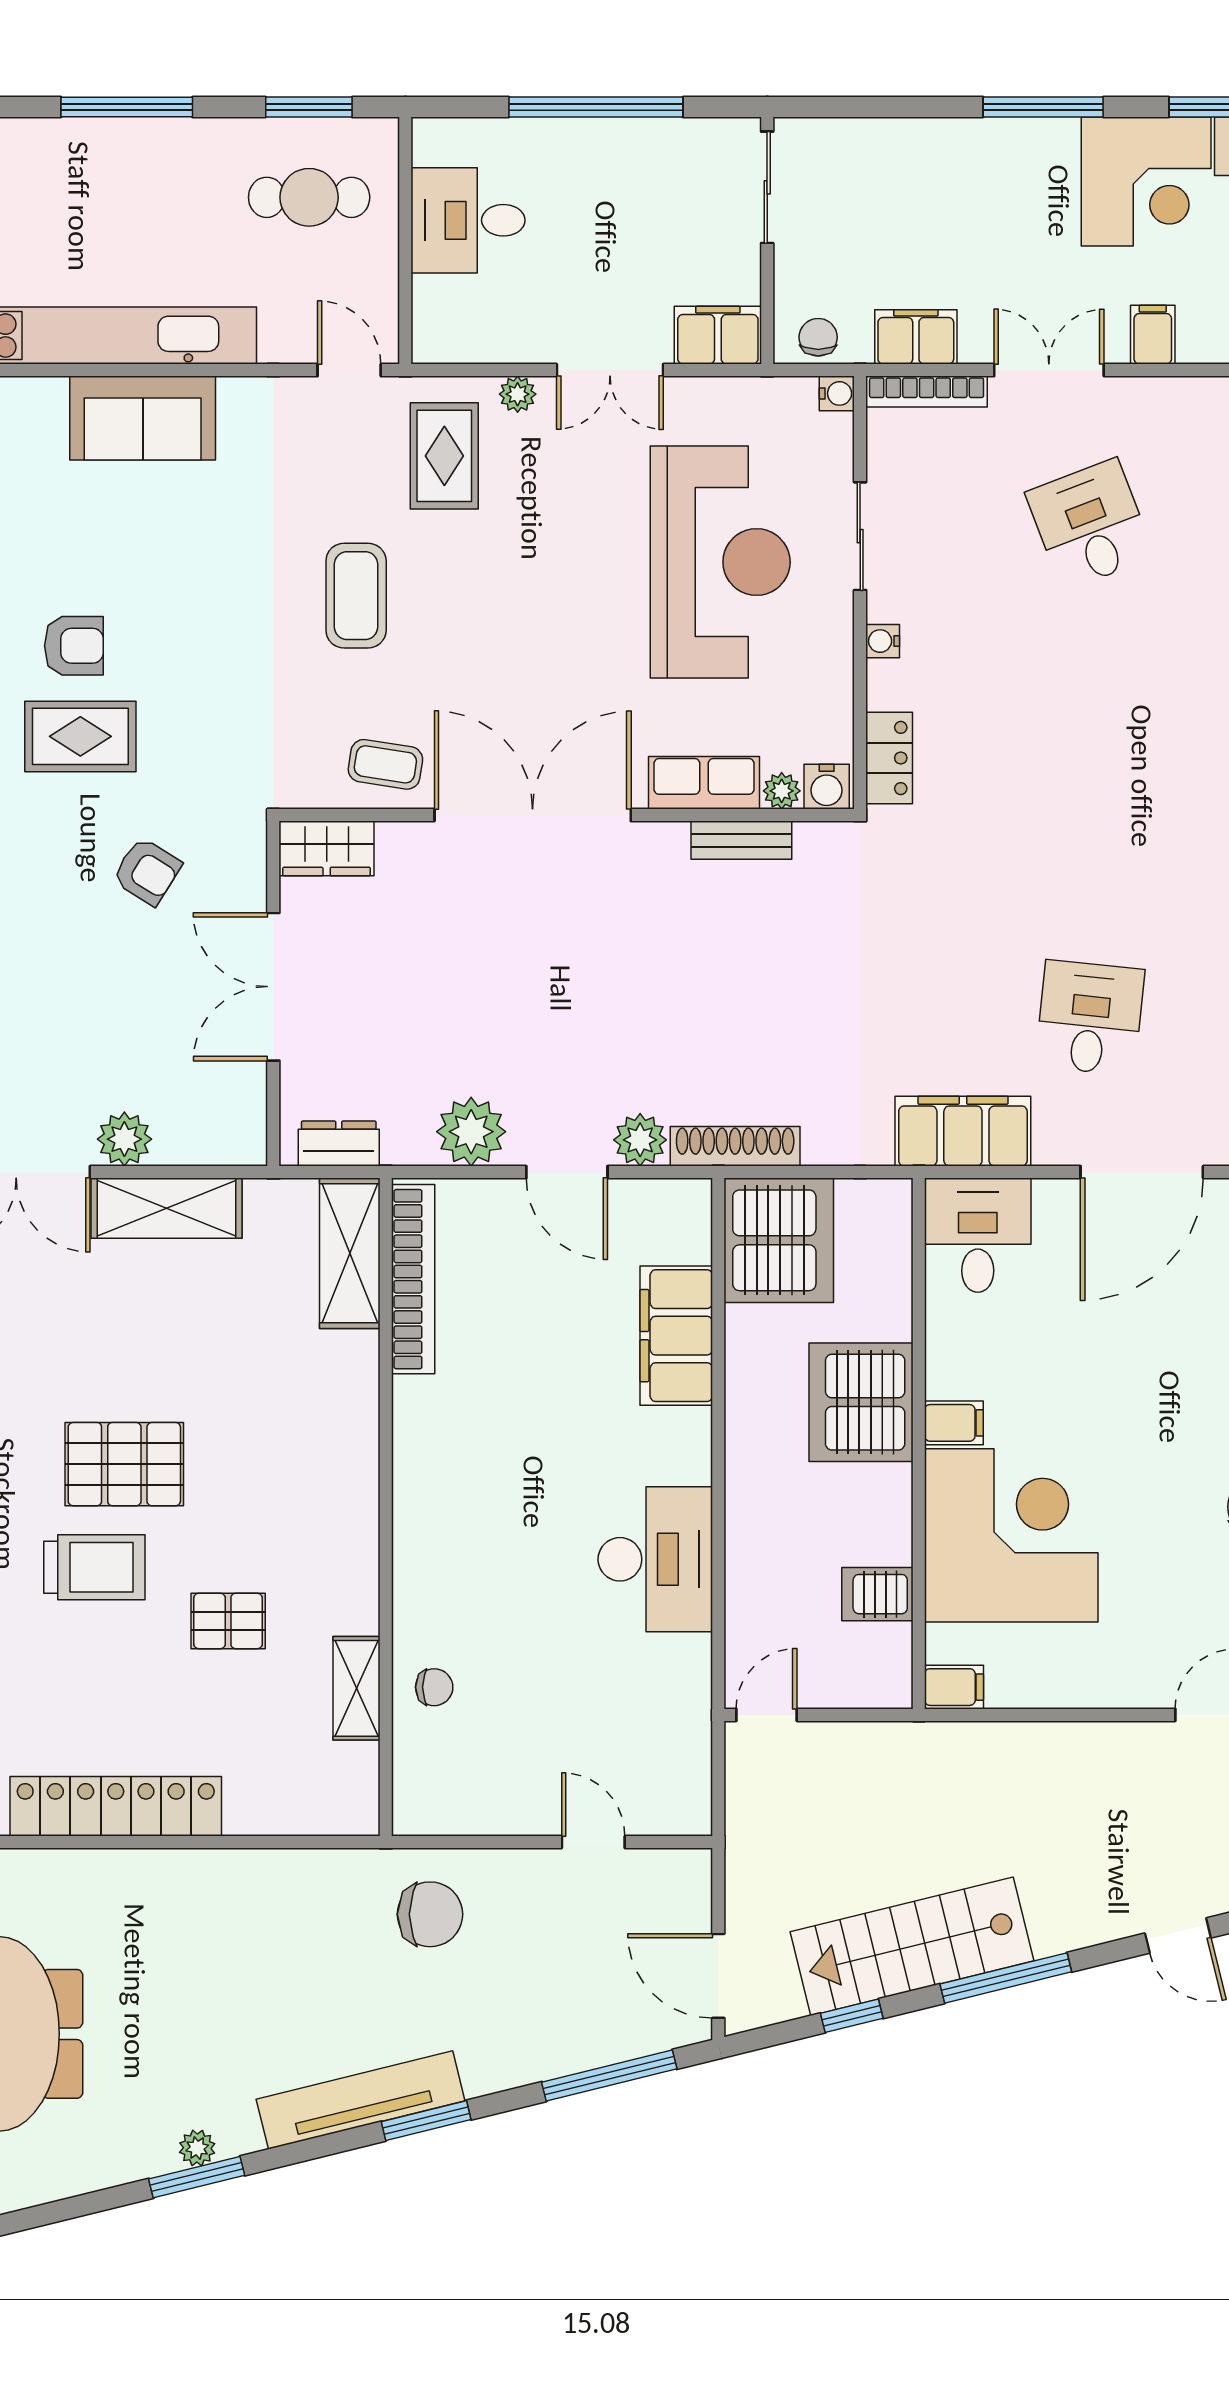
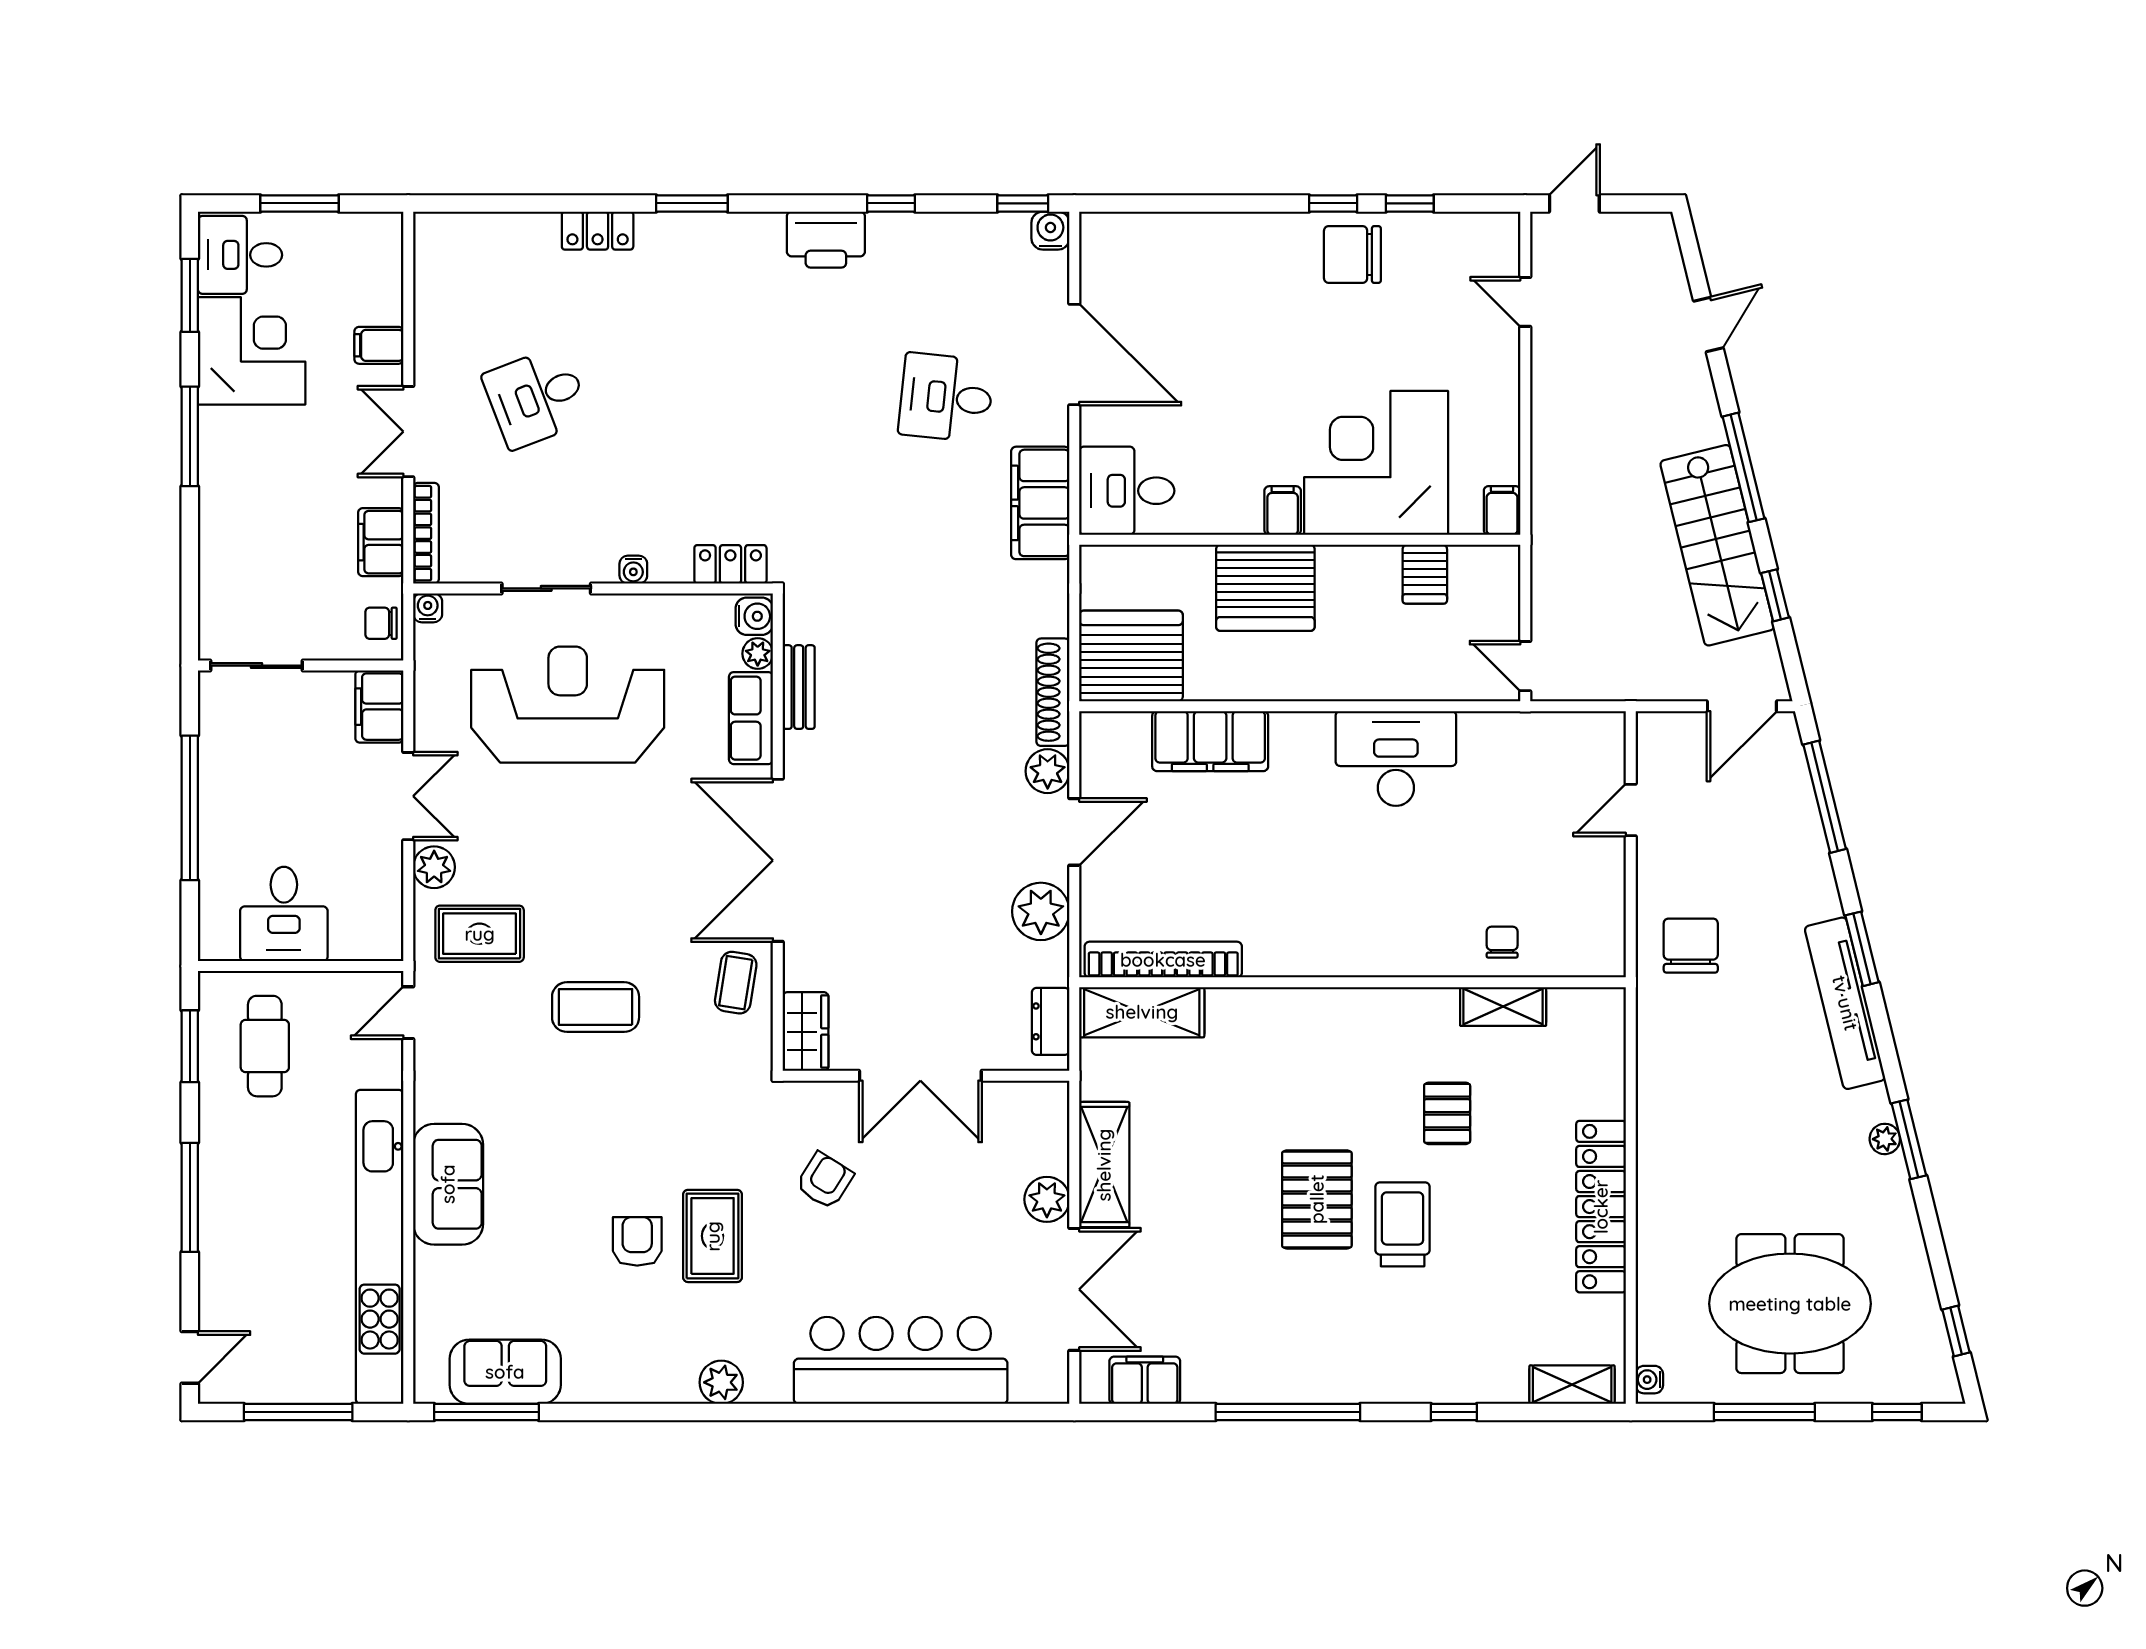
plant: (518, 394) -> (434, 867), width x1.38, depth x1.38

